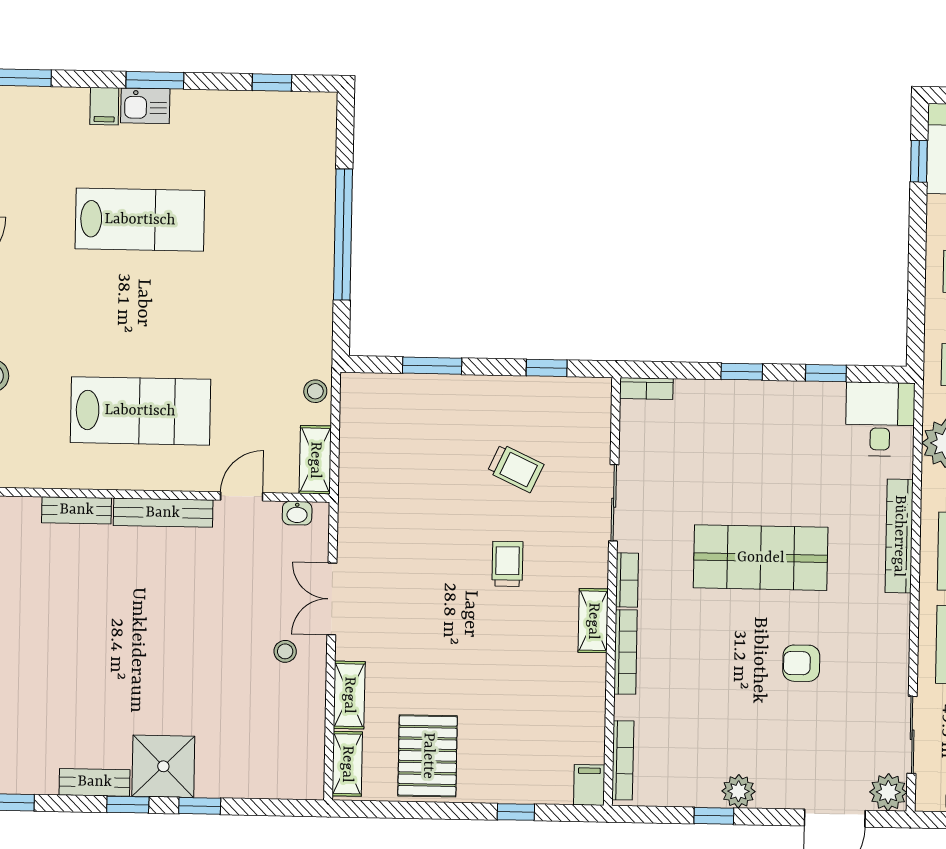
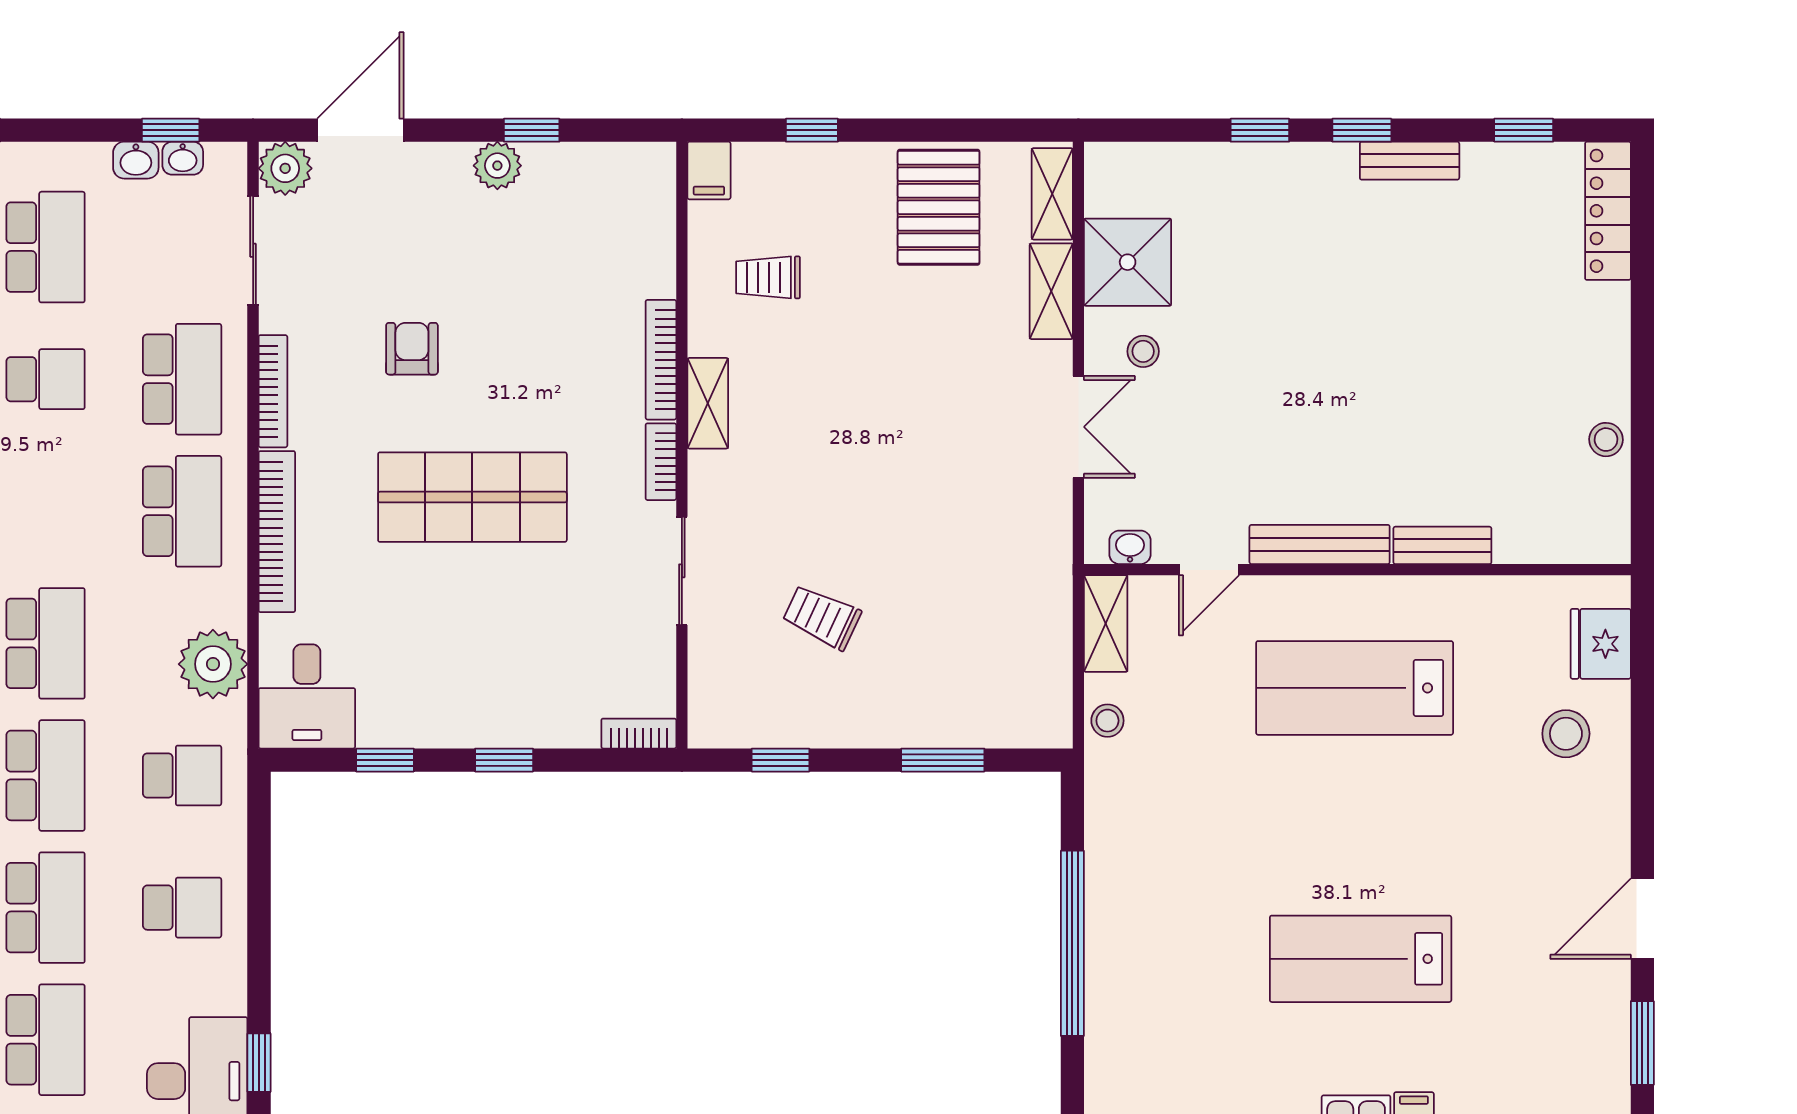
trolley: (507, 564) -> (768, 277), moved, turned 90
armchair: (801, 663) -> (412, 349), turned -90
bookcase: (623, 760) -> (273, 391), moved, turned 180
shower: (163, 766) -> (1128, 262), moved

